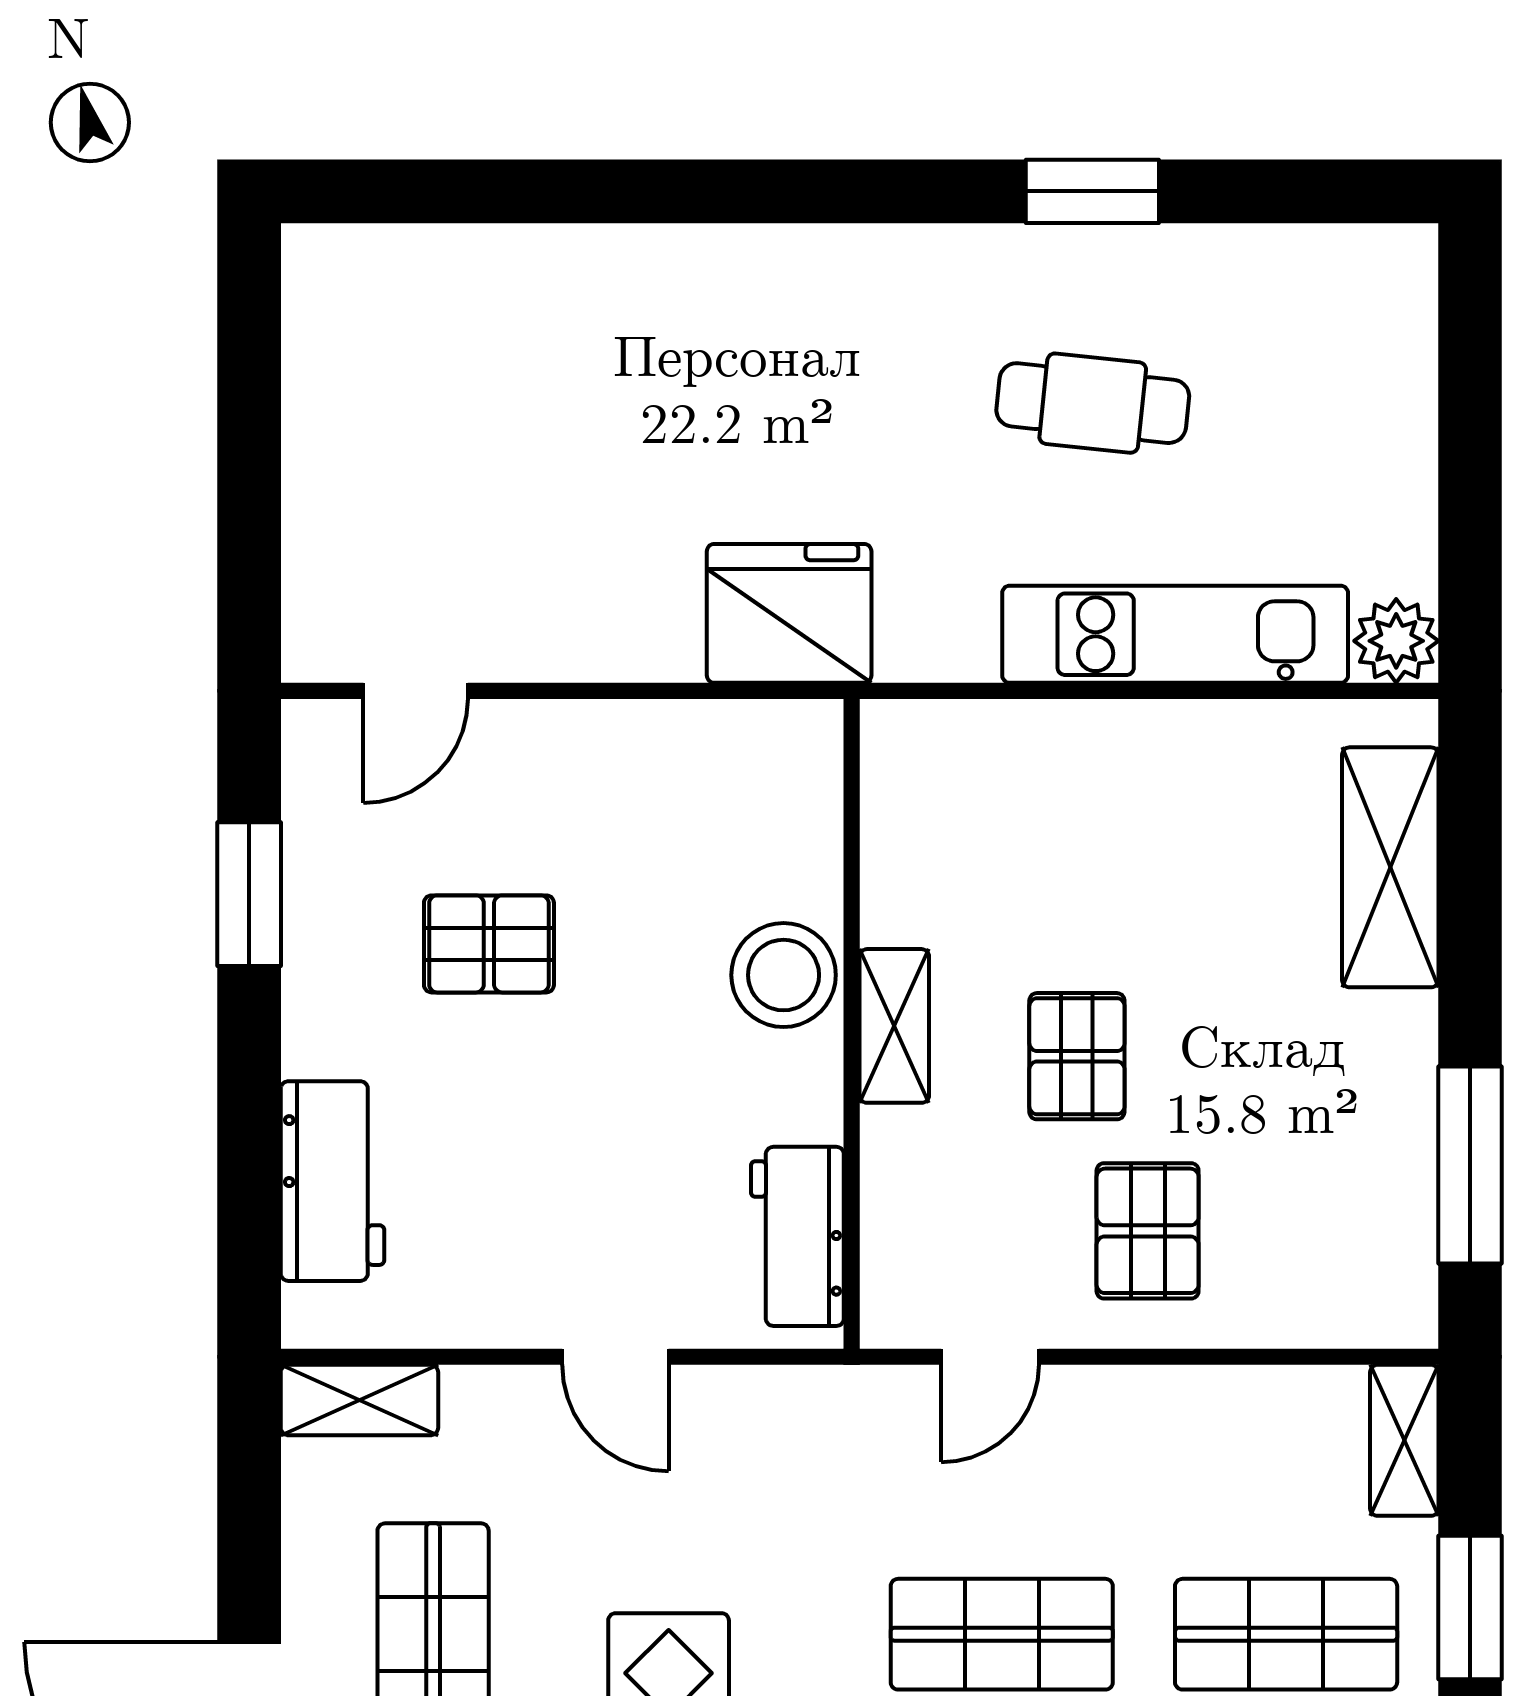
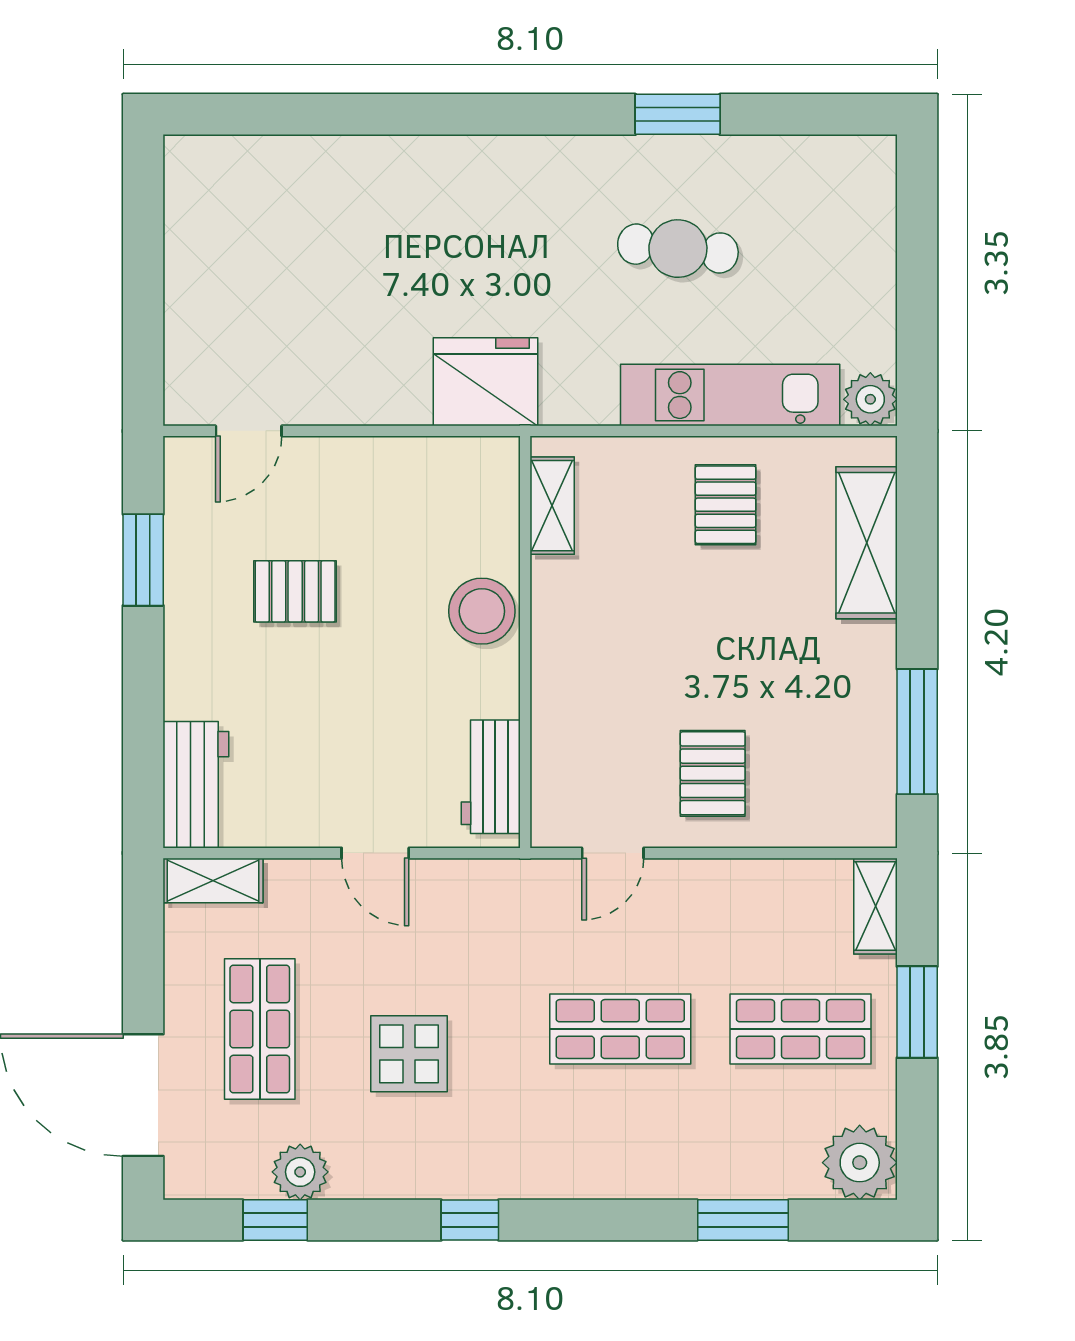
shelving: (894, 1026) -> (552, 506), moved
pallet: (1077, 1056) -> (726, 505), moved
workbench: (333, 1181) -> (196, 785), moved

